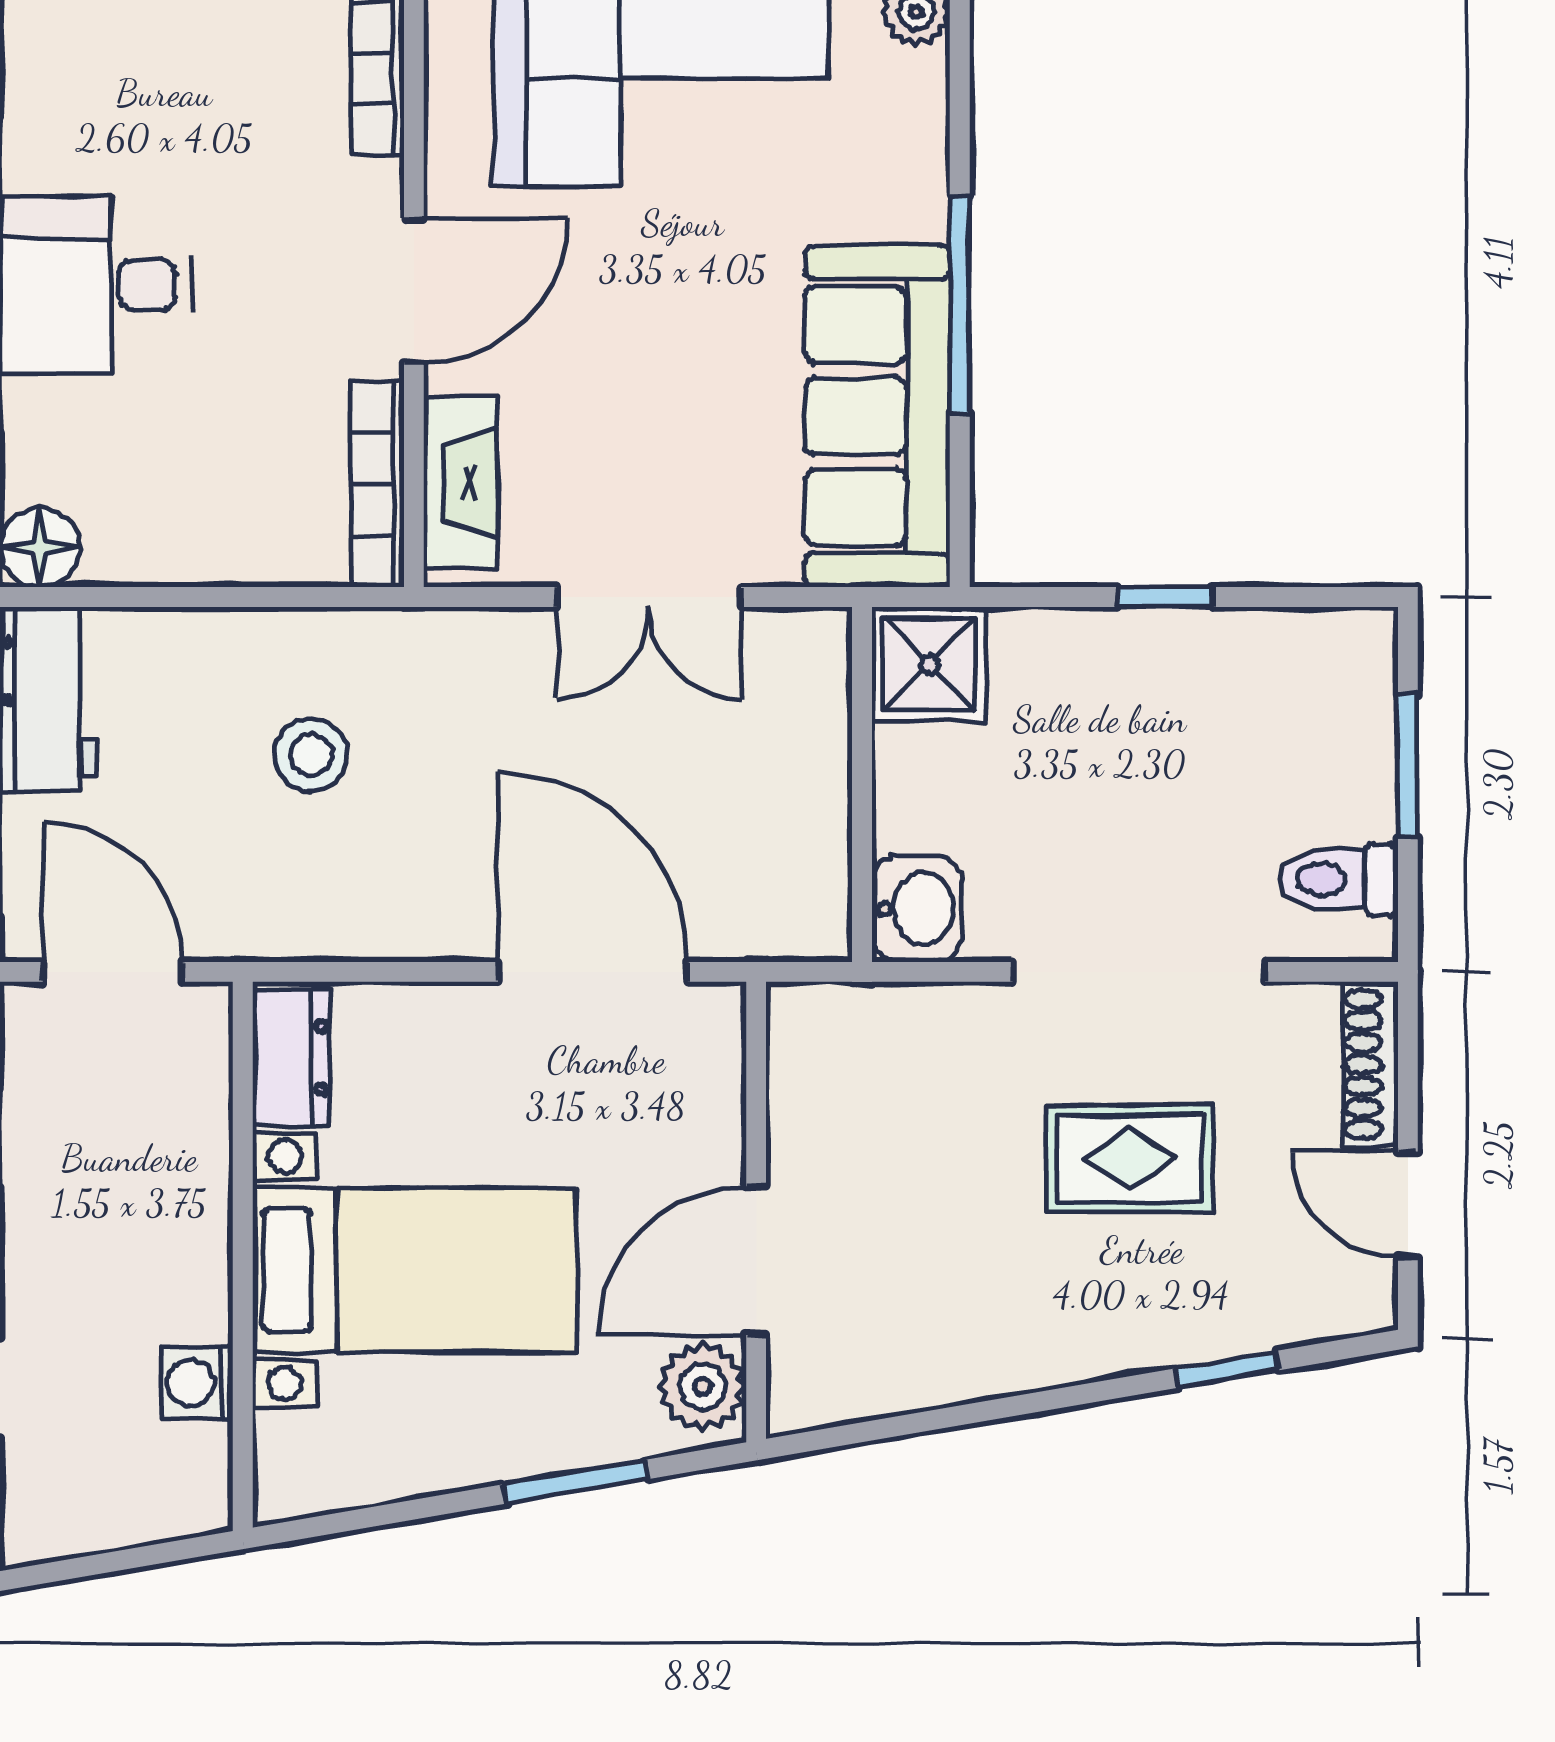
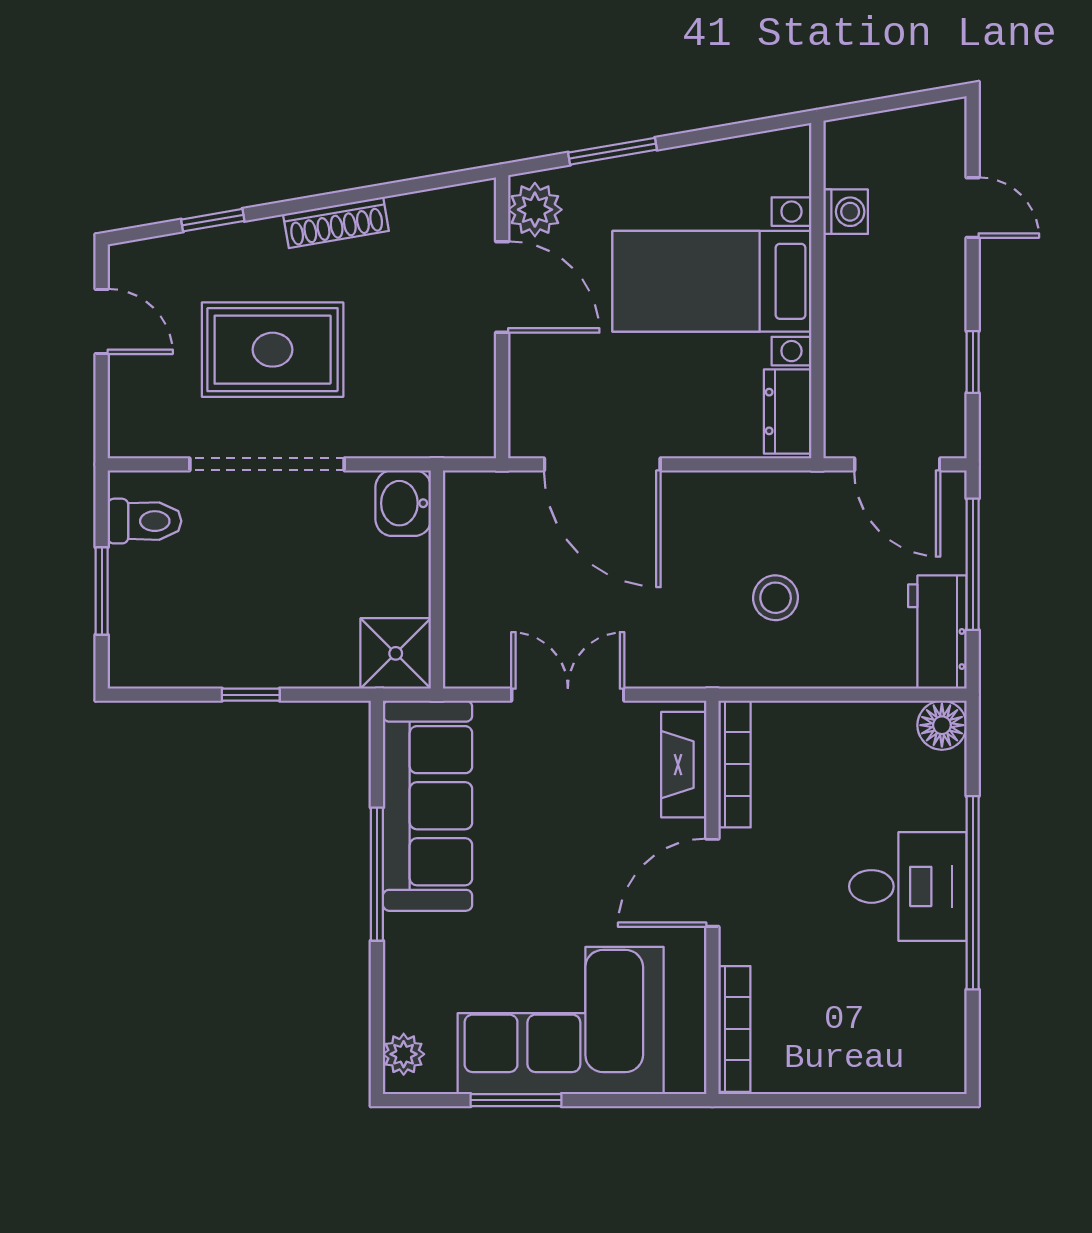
shoe rack: (1370, 1064) -> (336, 223), moved, turned 80
rug: (1130, 1159) -> (273, 350), width x1.36, depth x1.43
door: (756, 1261) -> (502, 287), hinge flipped

